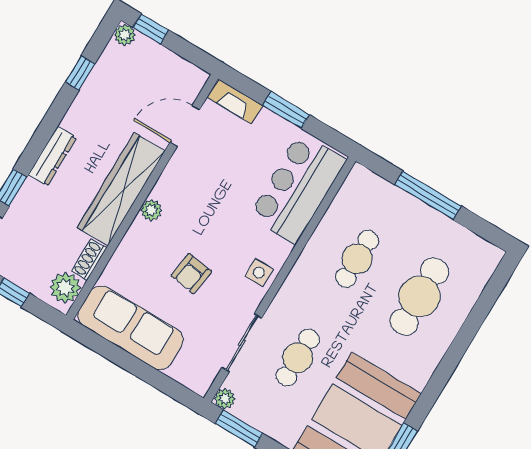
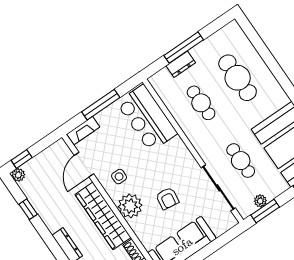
window: (286, 110) -> (101, 105), width x1.44
dresser: (401, 202) -> (181, 64), added
plant: (151, 210) -> (130, 206), width x1.88, depth x1.88
side table: (259, 273) -> (119, 177), moved
sliding door: (242, 343) -> (218, 188), width x1.37
plant: (225, 399) -> (260, 201), moved

